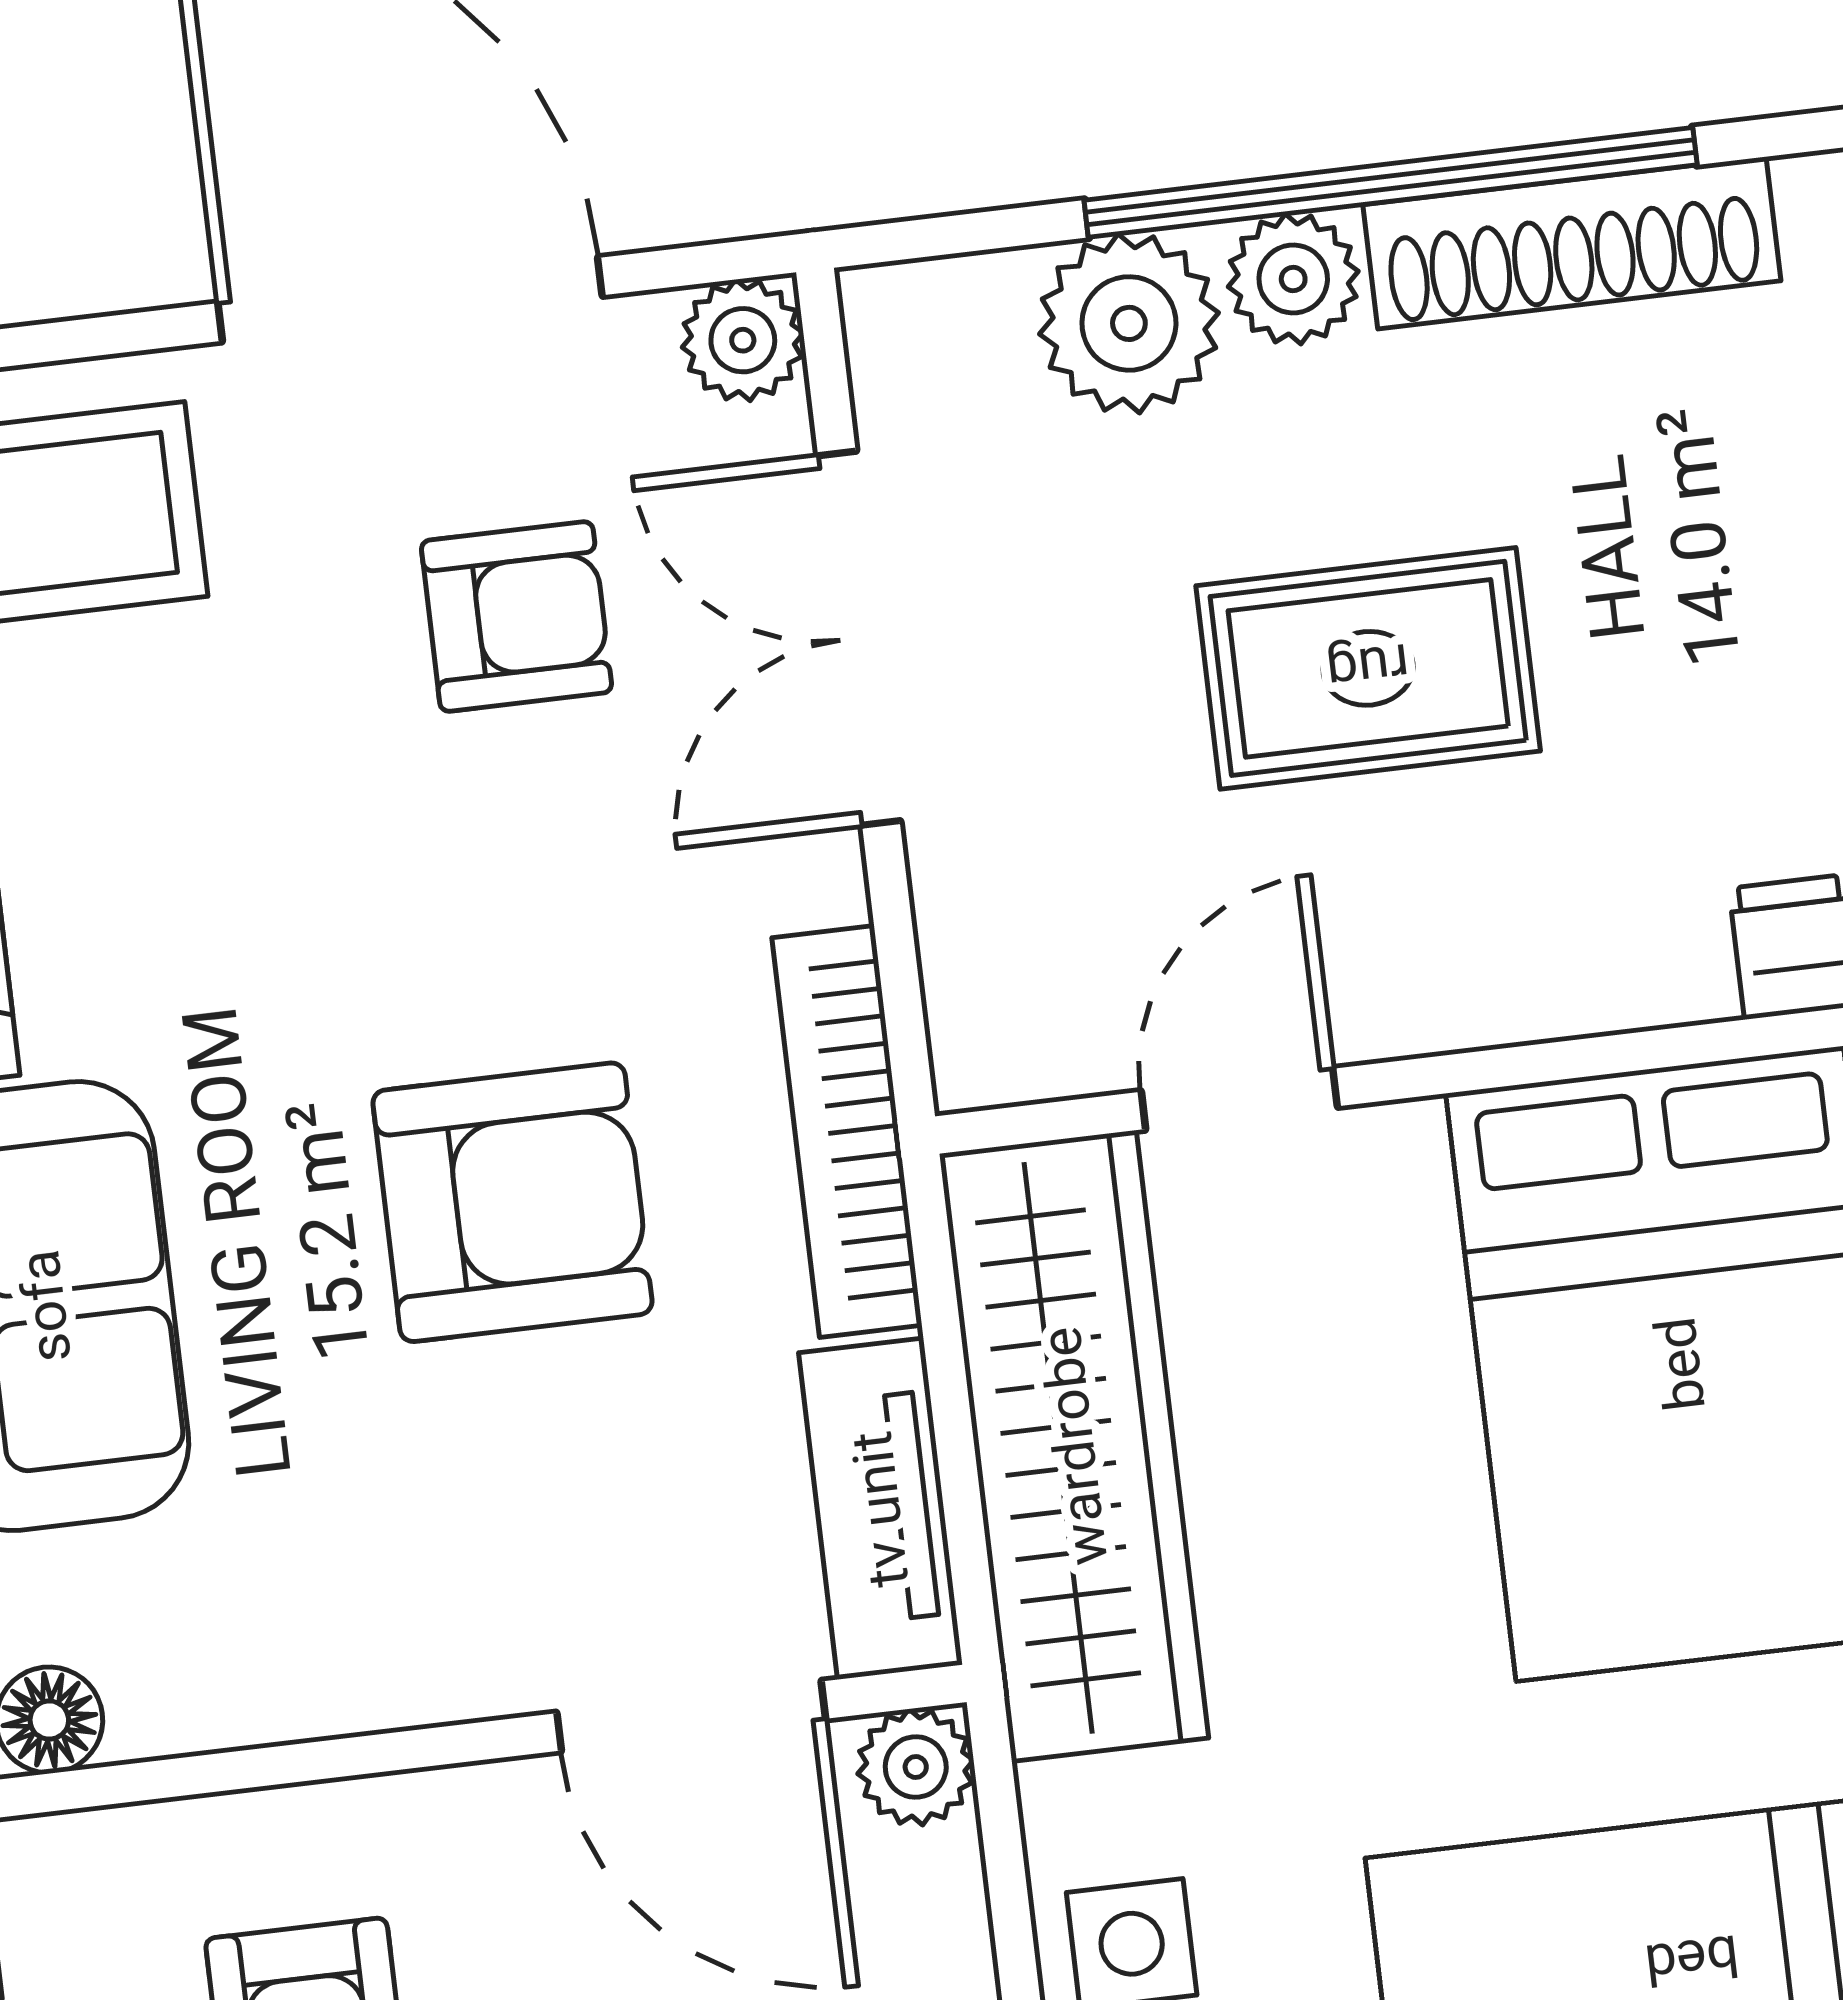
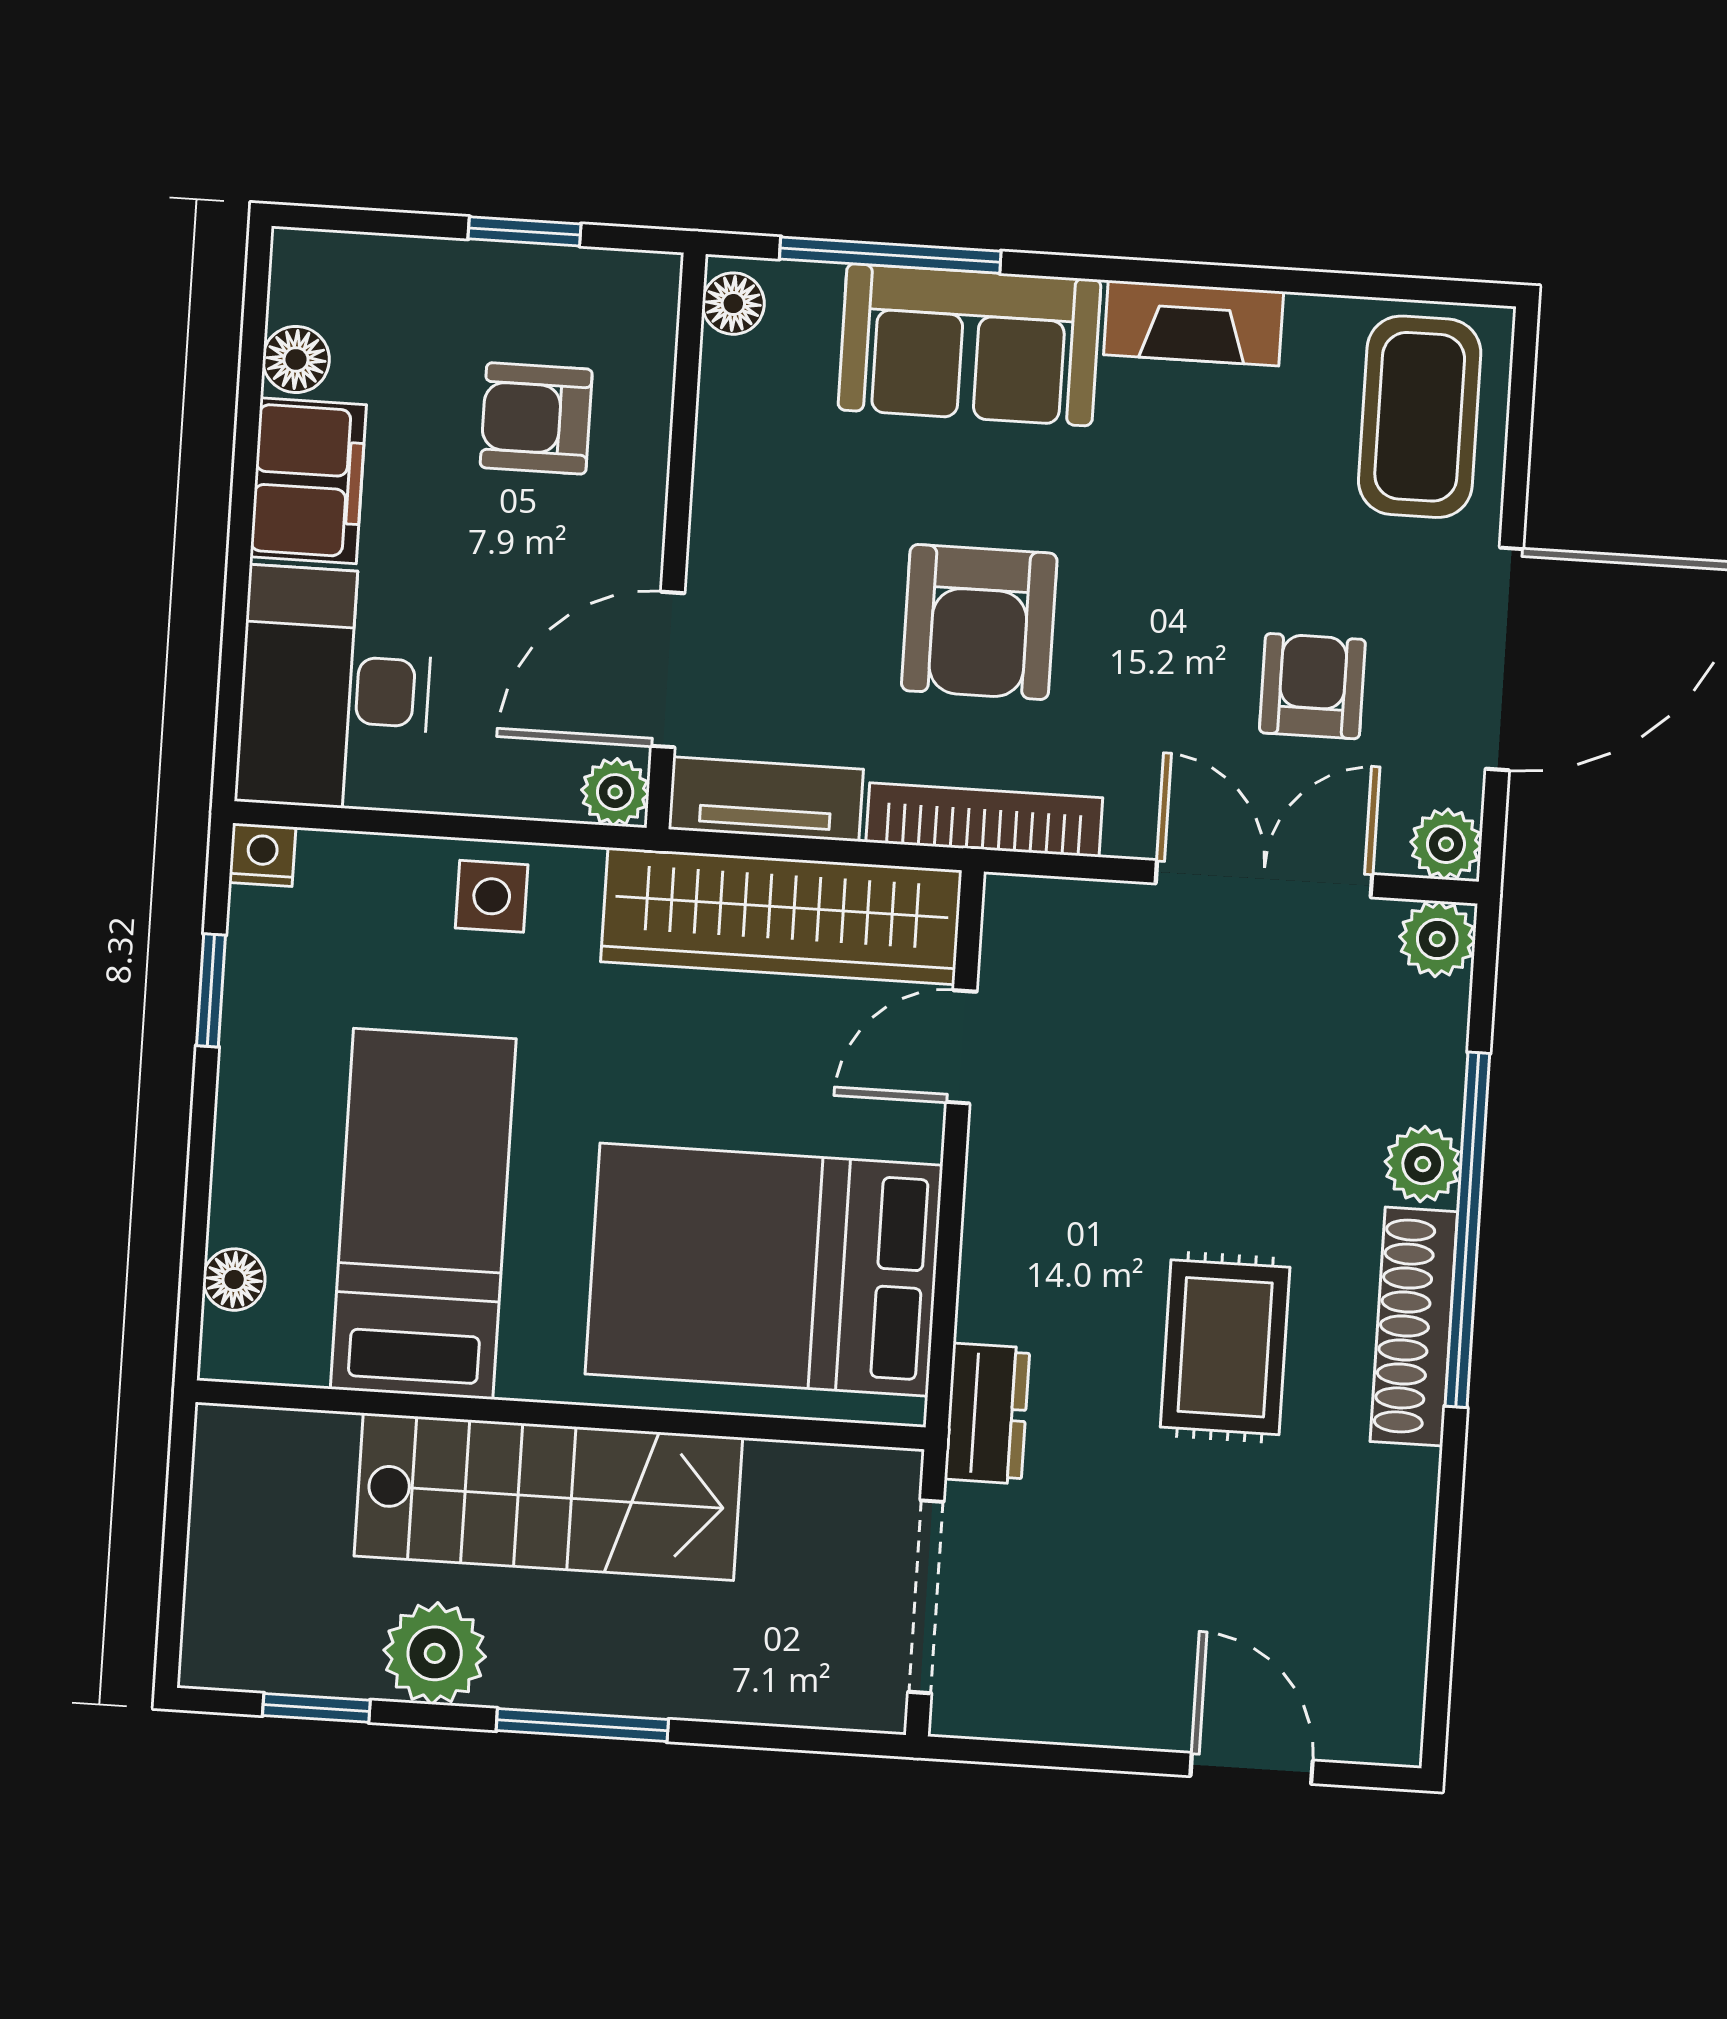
plant: (1129, 323) -> (1437, 939), moved, width x0.73, depth x0.73
armchair: (517, 617) -> (1312, 686), turned 180
rug: (1368, 668) -> (1225, 1347), moved
door: (1239, 1099) -> (961, 1047), swing flipped

